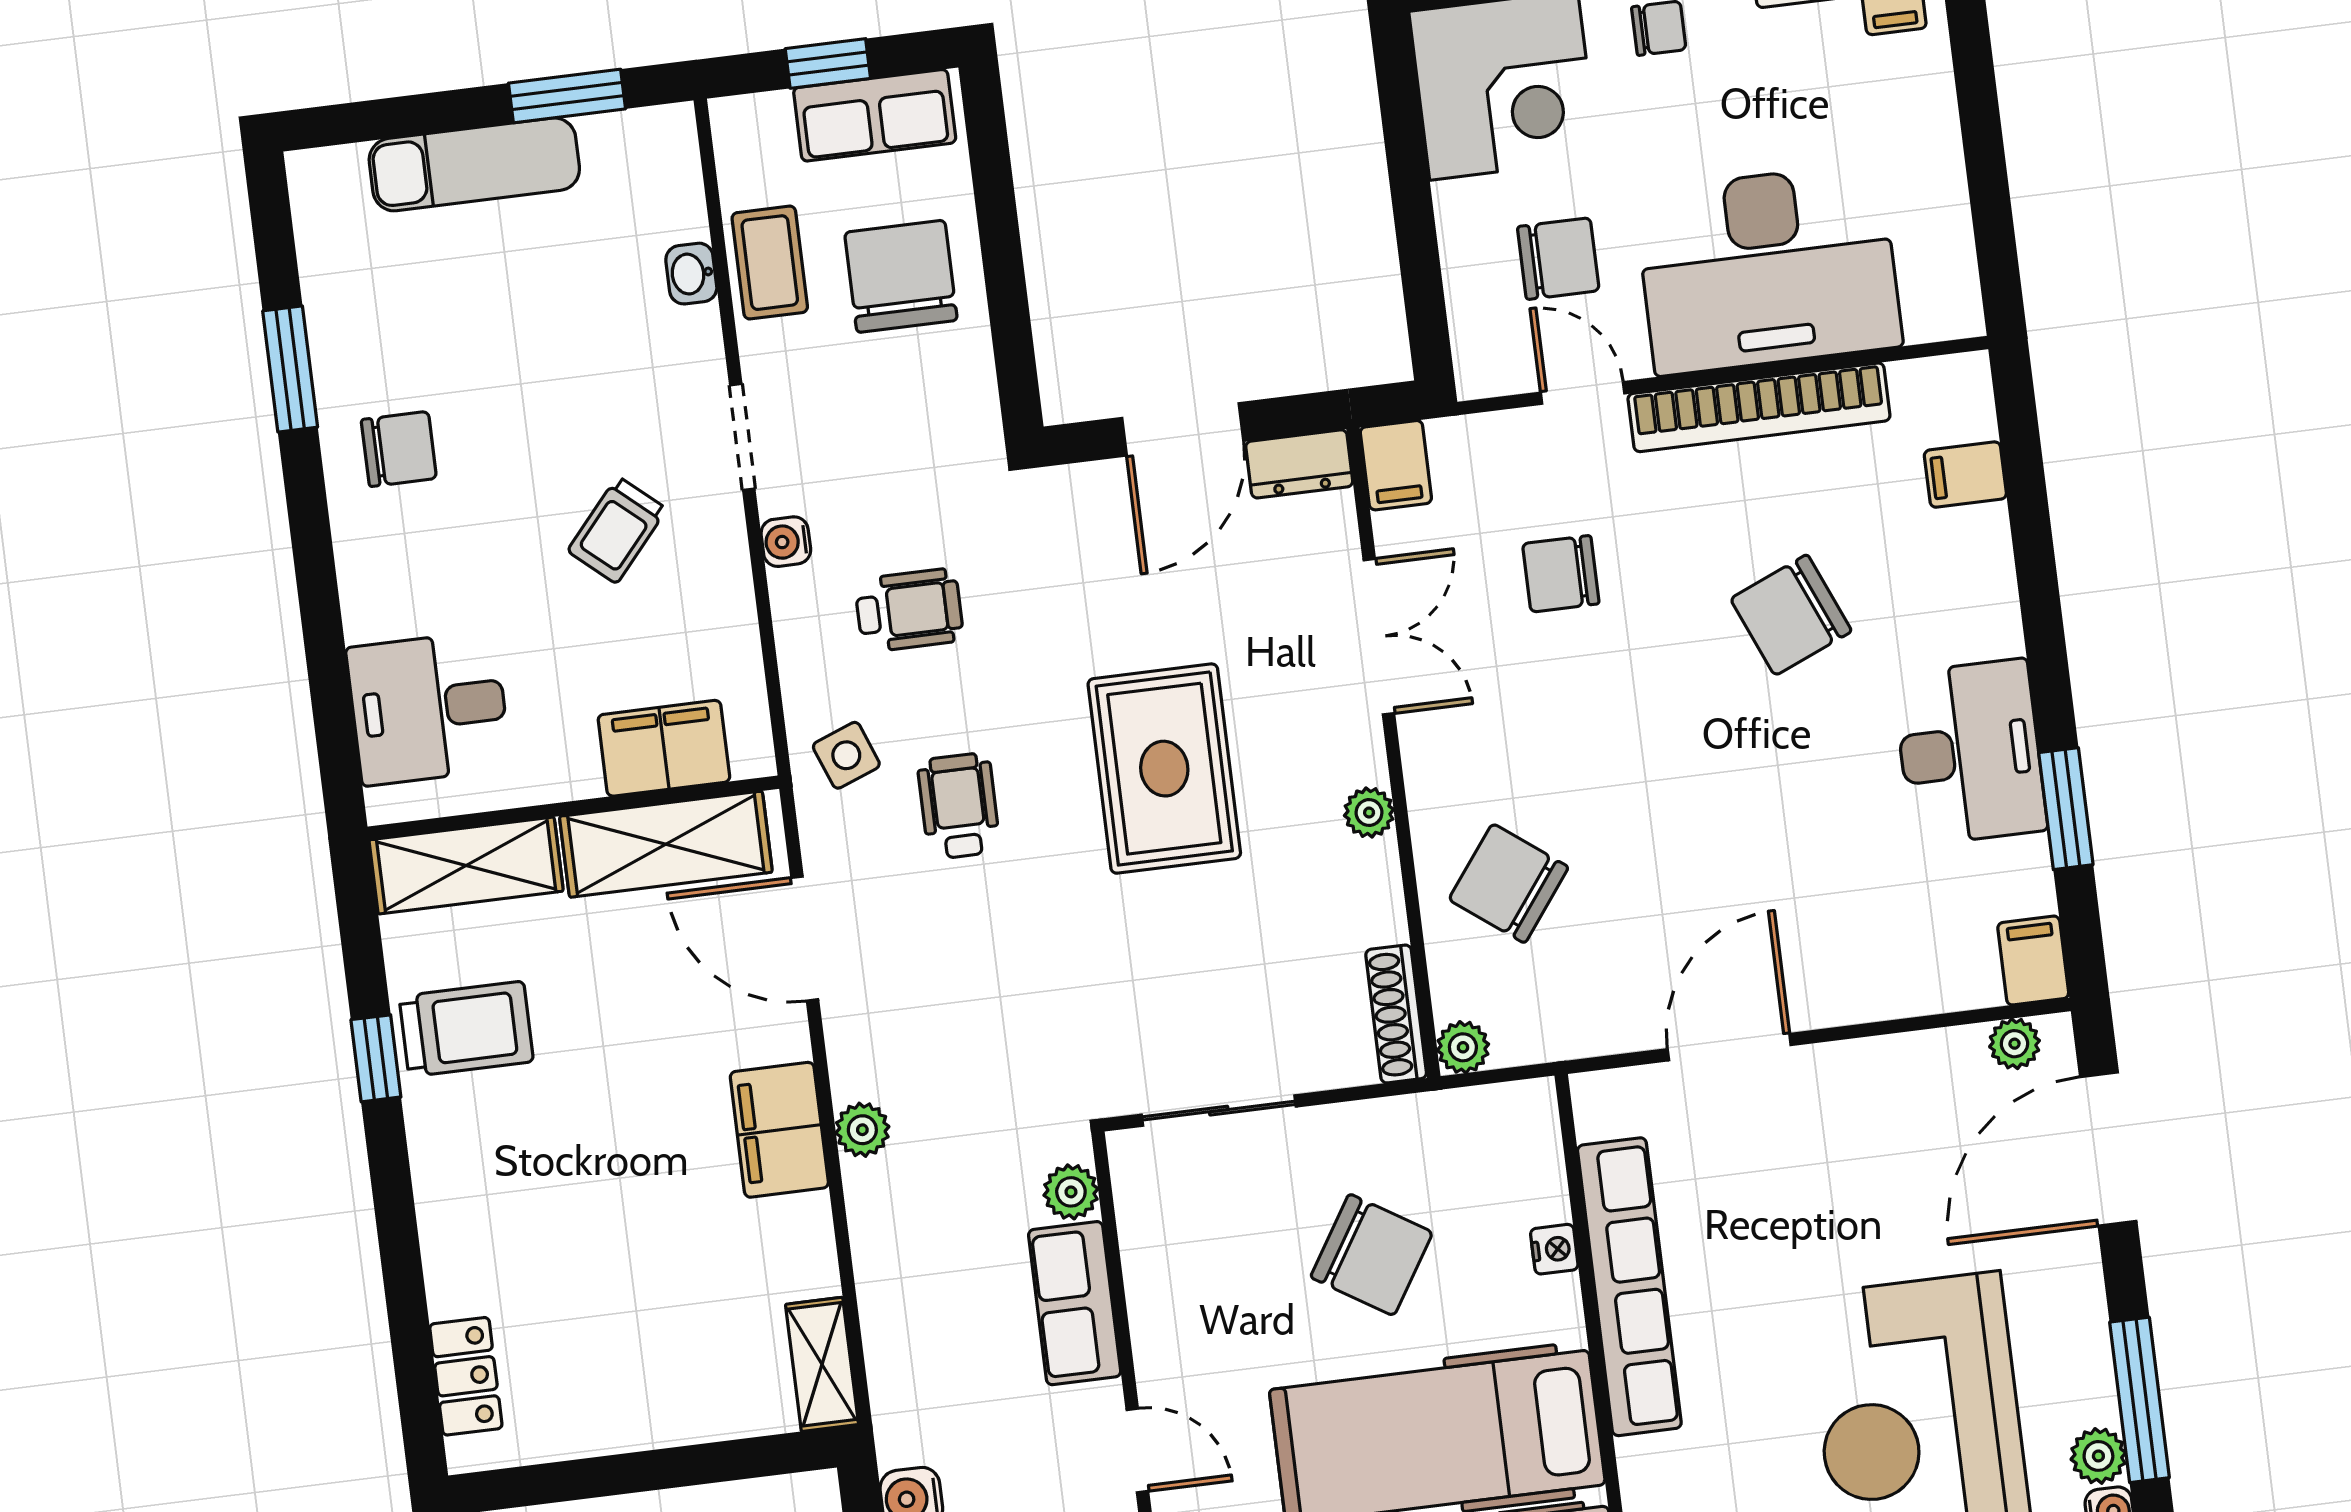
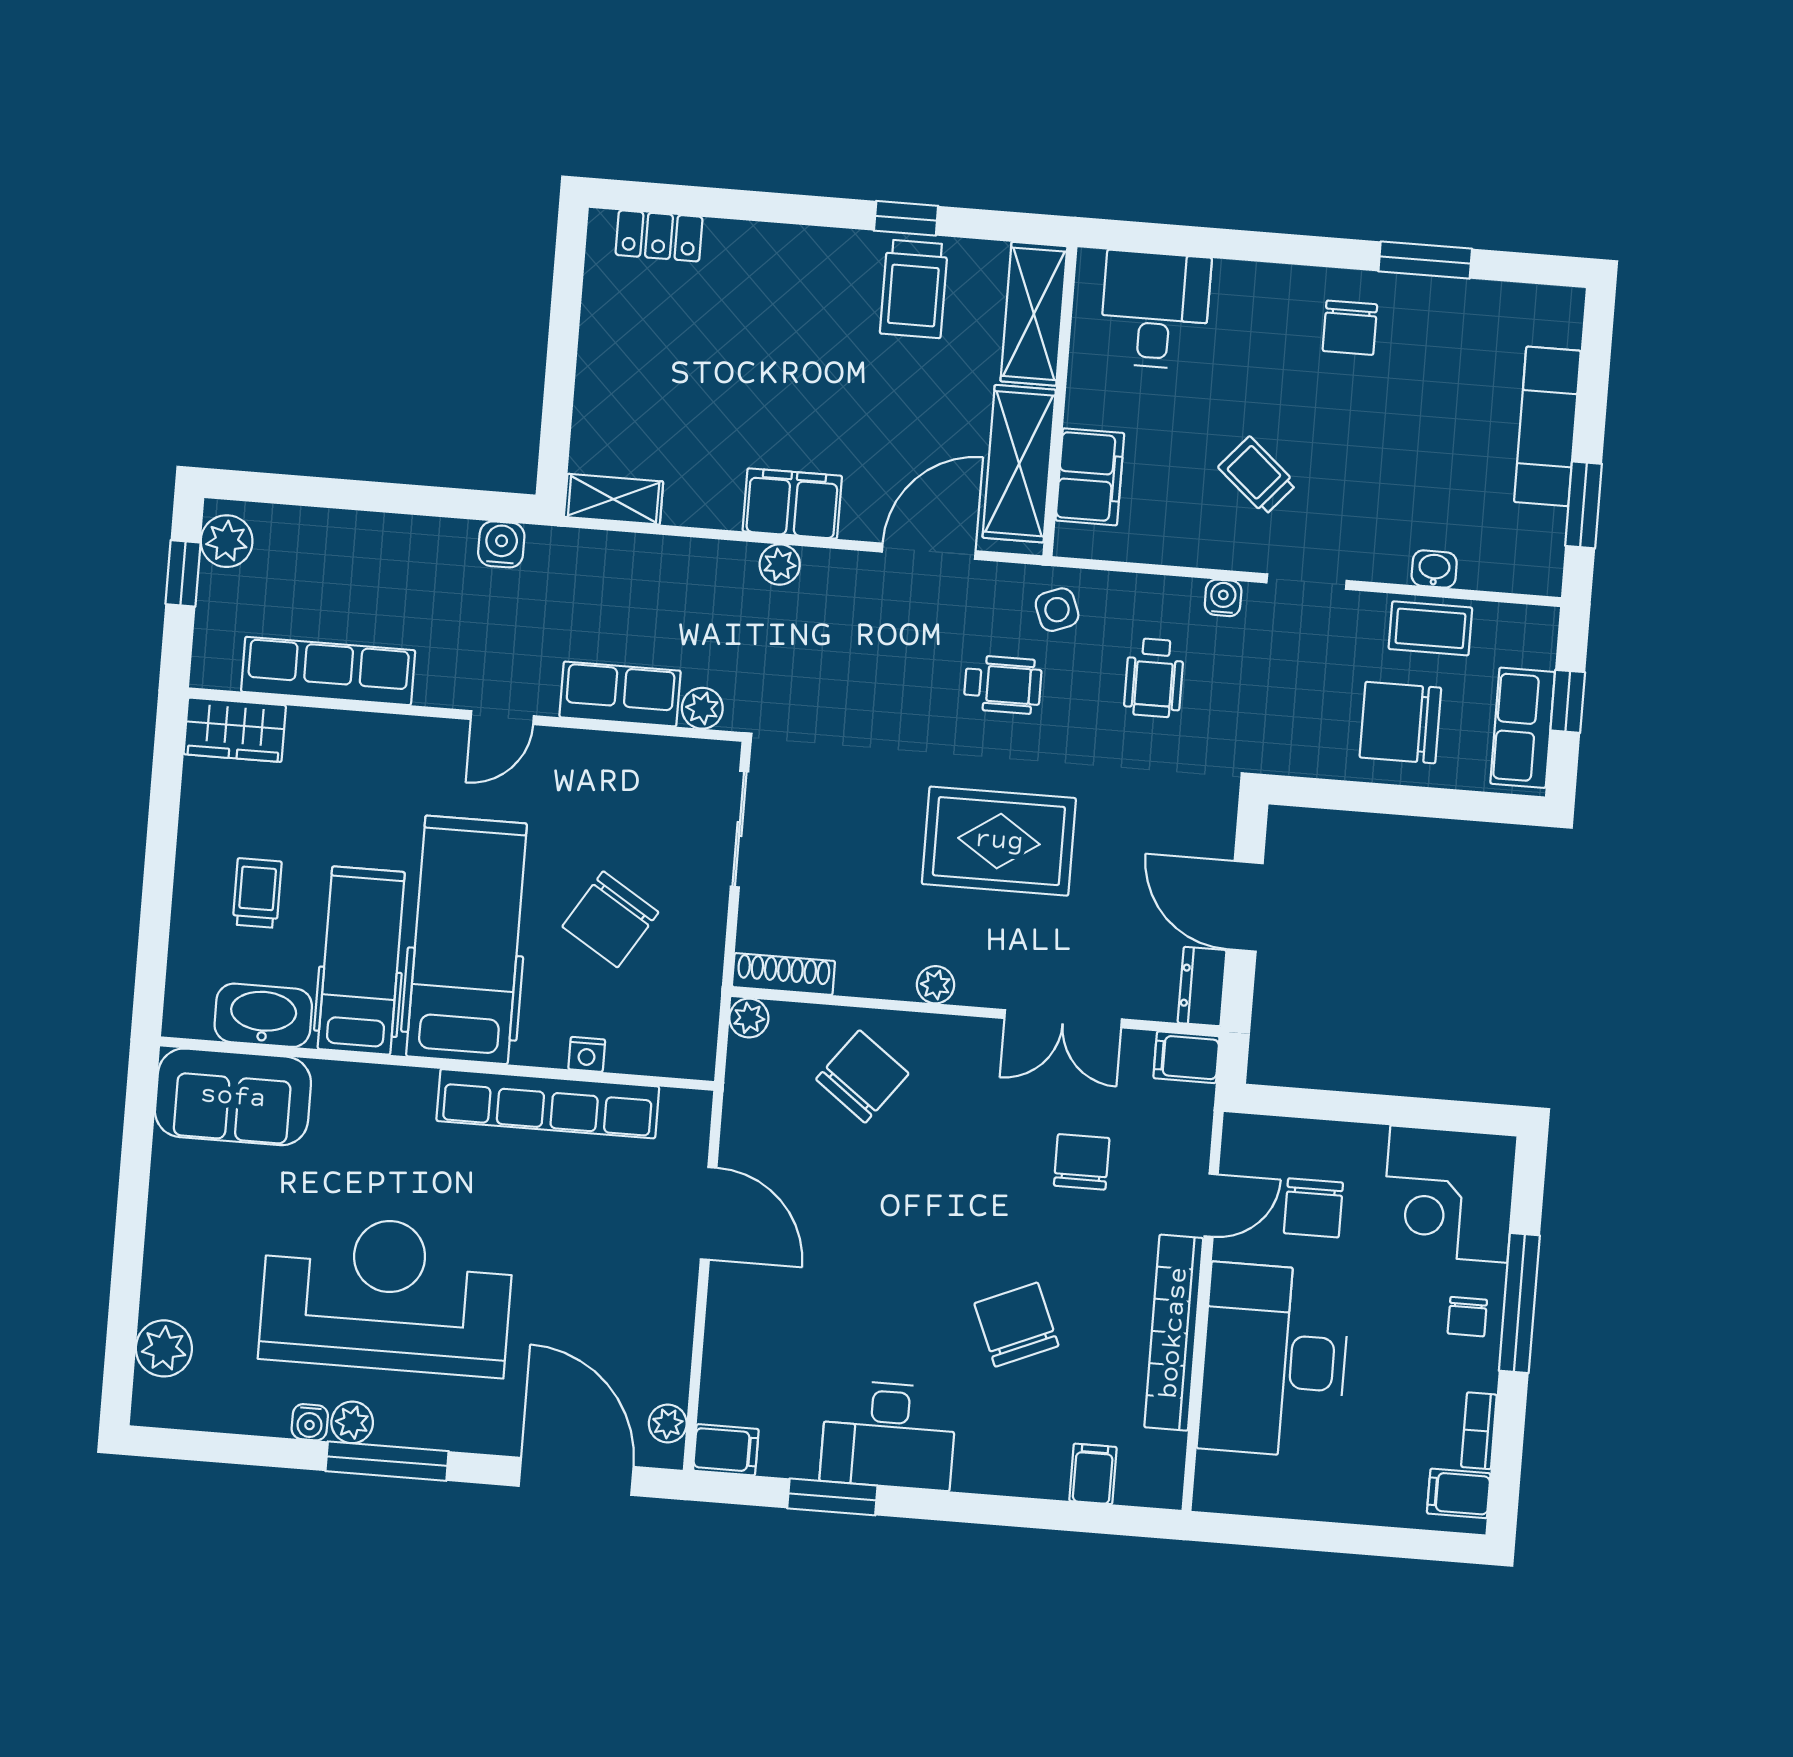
chair: (901, 276) -> (1400, 723), turned 180

